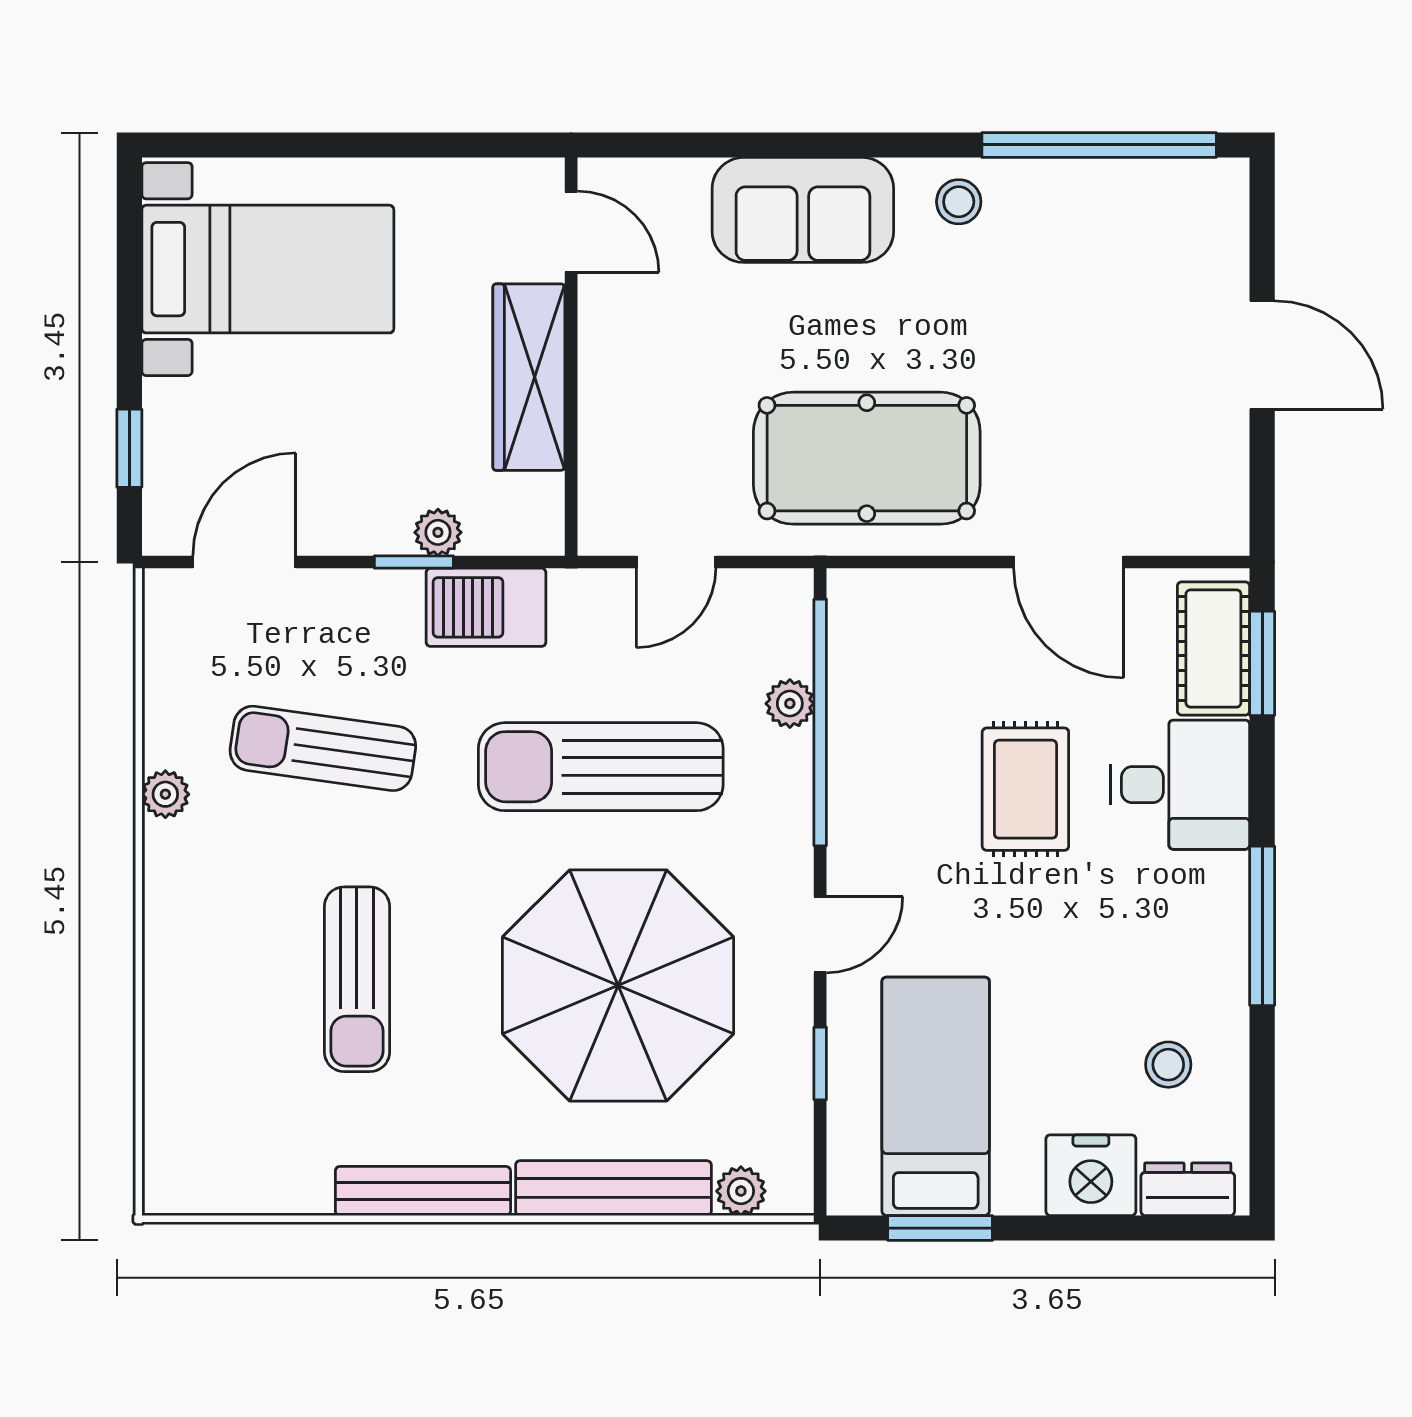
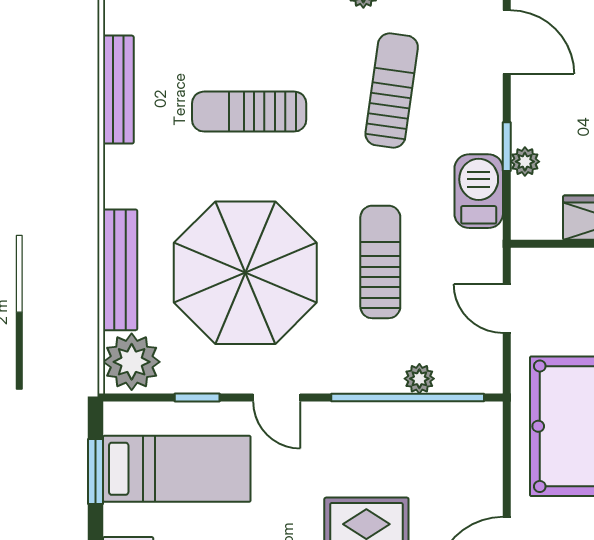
sun lounger: (601, 767) -> (380, 262), width x0.73, depth x0.75
bench: (423, 1191) -> (118, 90), moved
plant: (741, 1191) -> (132, 362), width x1.87, depth x1.87

